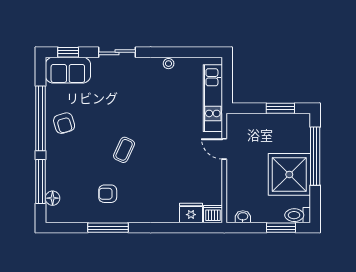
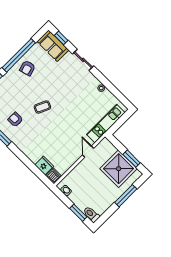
window: (315, 156) -> (126, 196), width x0.68
shower: (289, 174) -> (119, 169), moved

